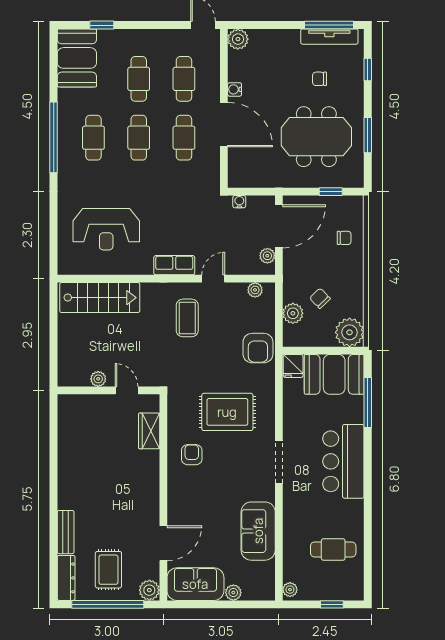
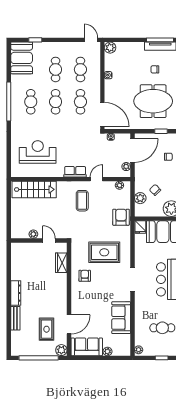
door: (224, 125) -> (102, 115), moved
reception desk: (106, 229) -> (38, 152), turned 180
armchair: (258, 348) -> (121, 217), turned 180
rug: (108, 570) -> (47, 329), moved
dresser: (66, 578) -> (16, 293), moved

